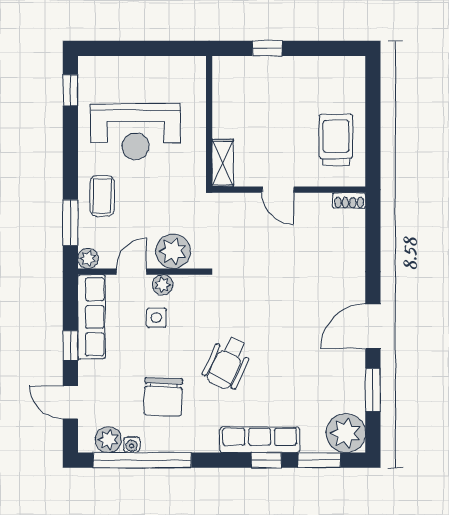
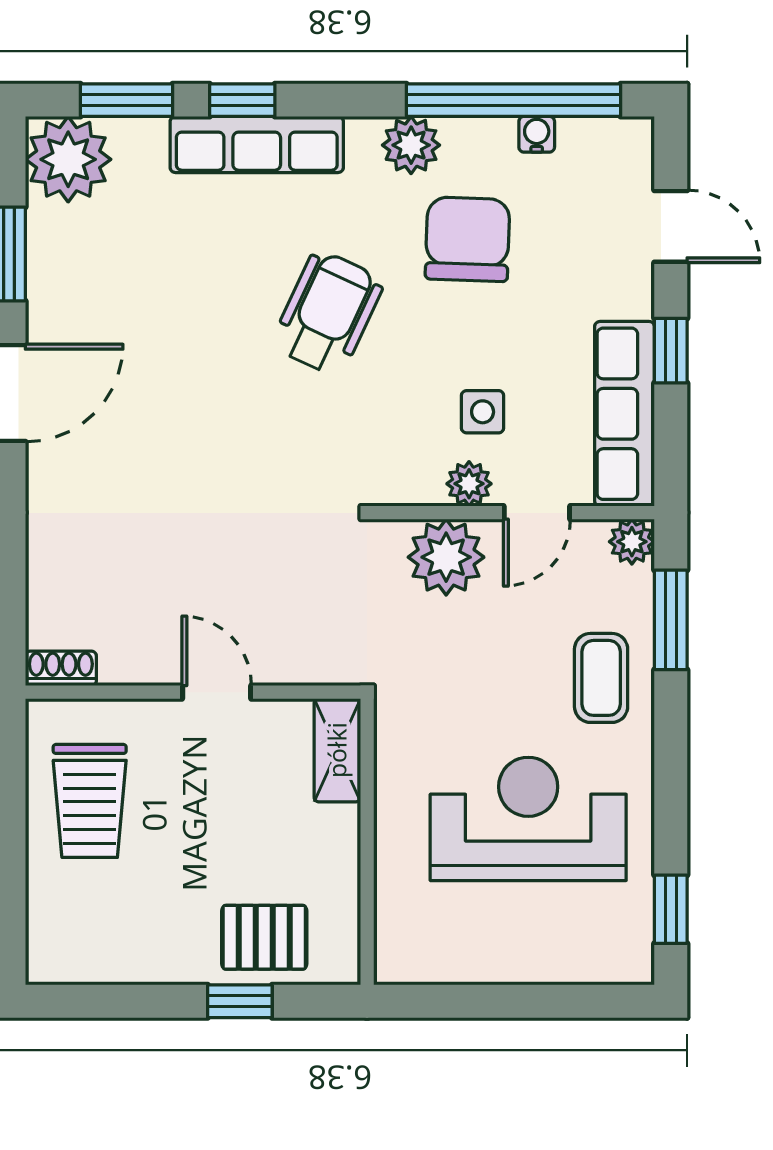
pallet: (256, 78) -> (264, 937), added
plant: (108, 440) -> (411, 145), moved

